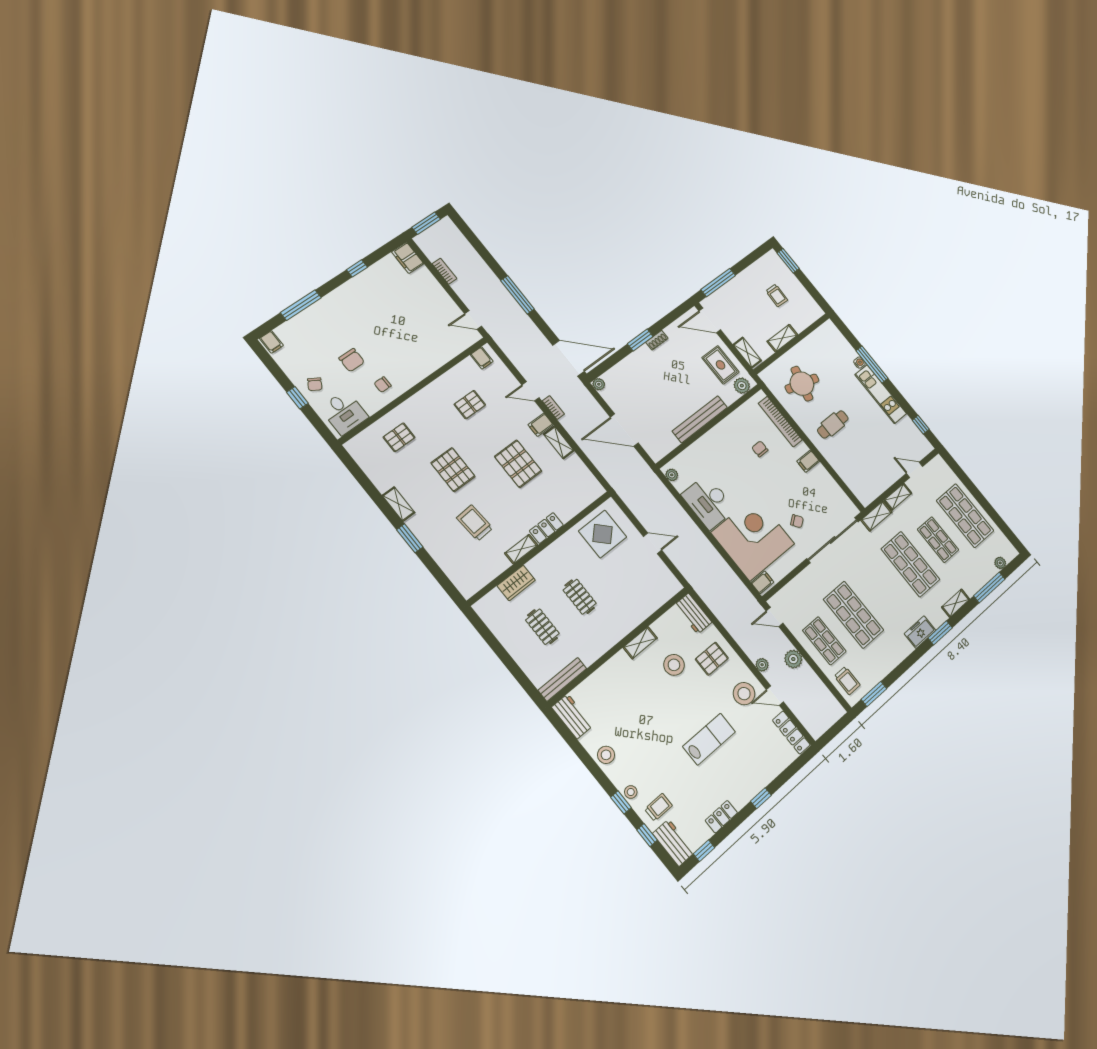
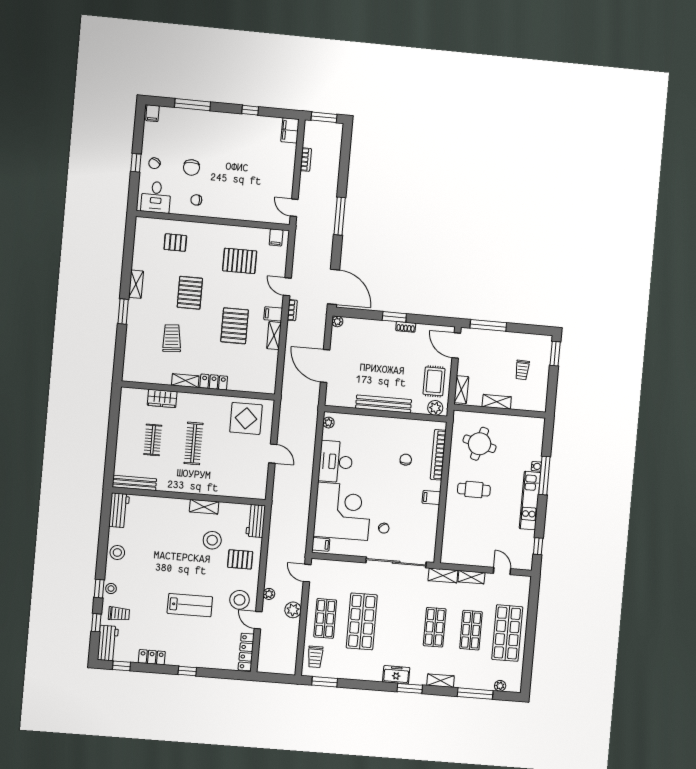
pallet: (470, 405) -> (240, 261), width x1.50, depth x1.42
shop shelf: (910, 564) -> (435, 627), width x0.70, depth x0.74
clothes rail: (580, 597) -> (194, 443), width x1.36

